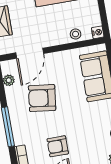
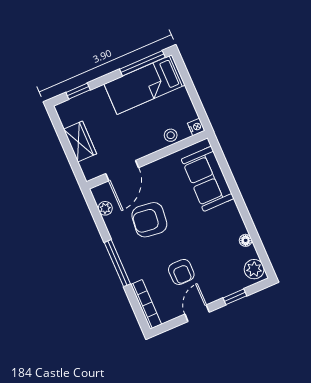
armchair: (58, 146) -> (181, 272), turned -90

